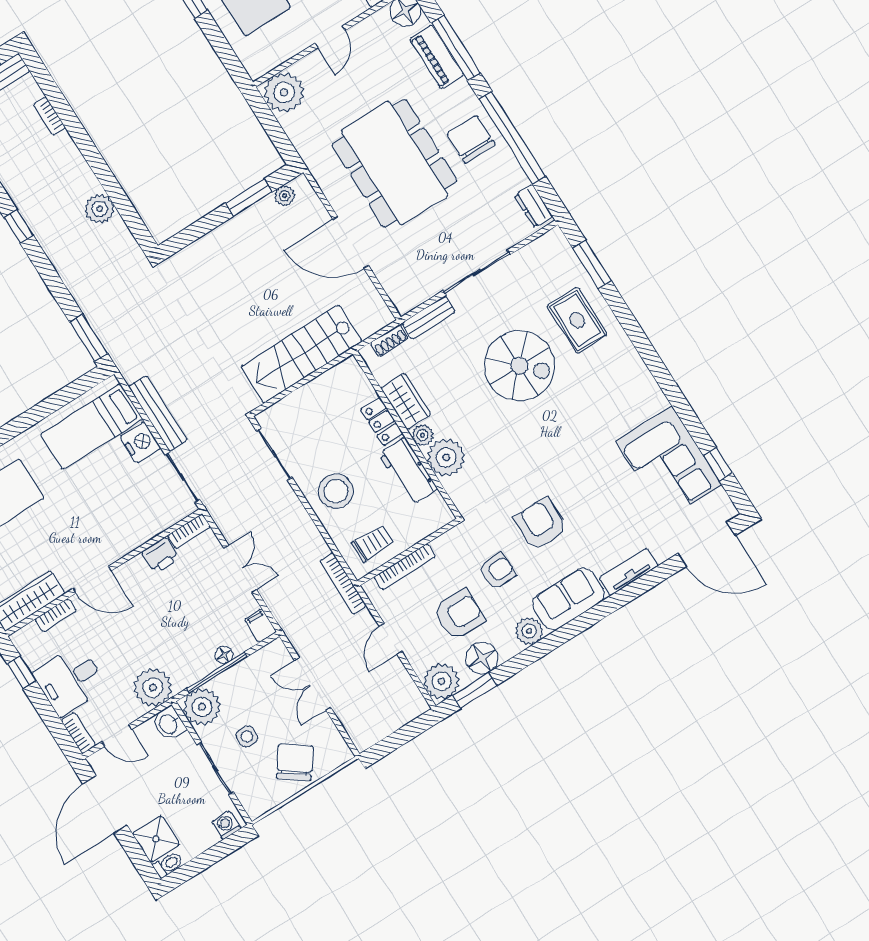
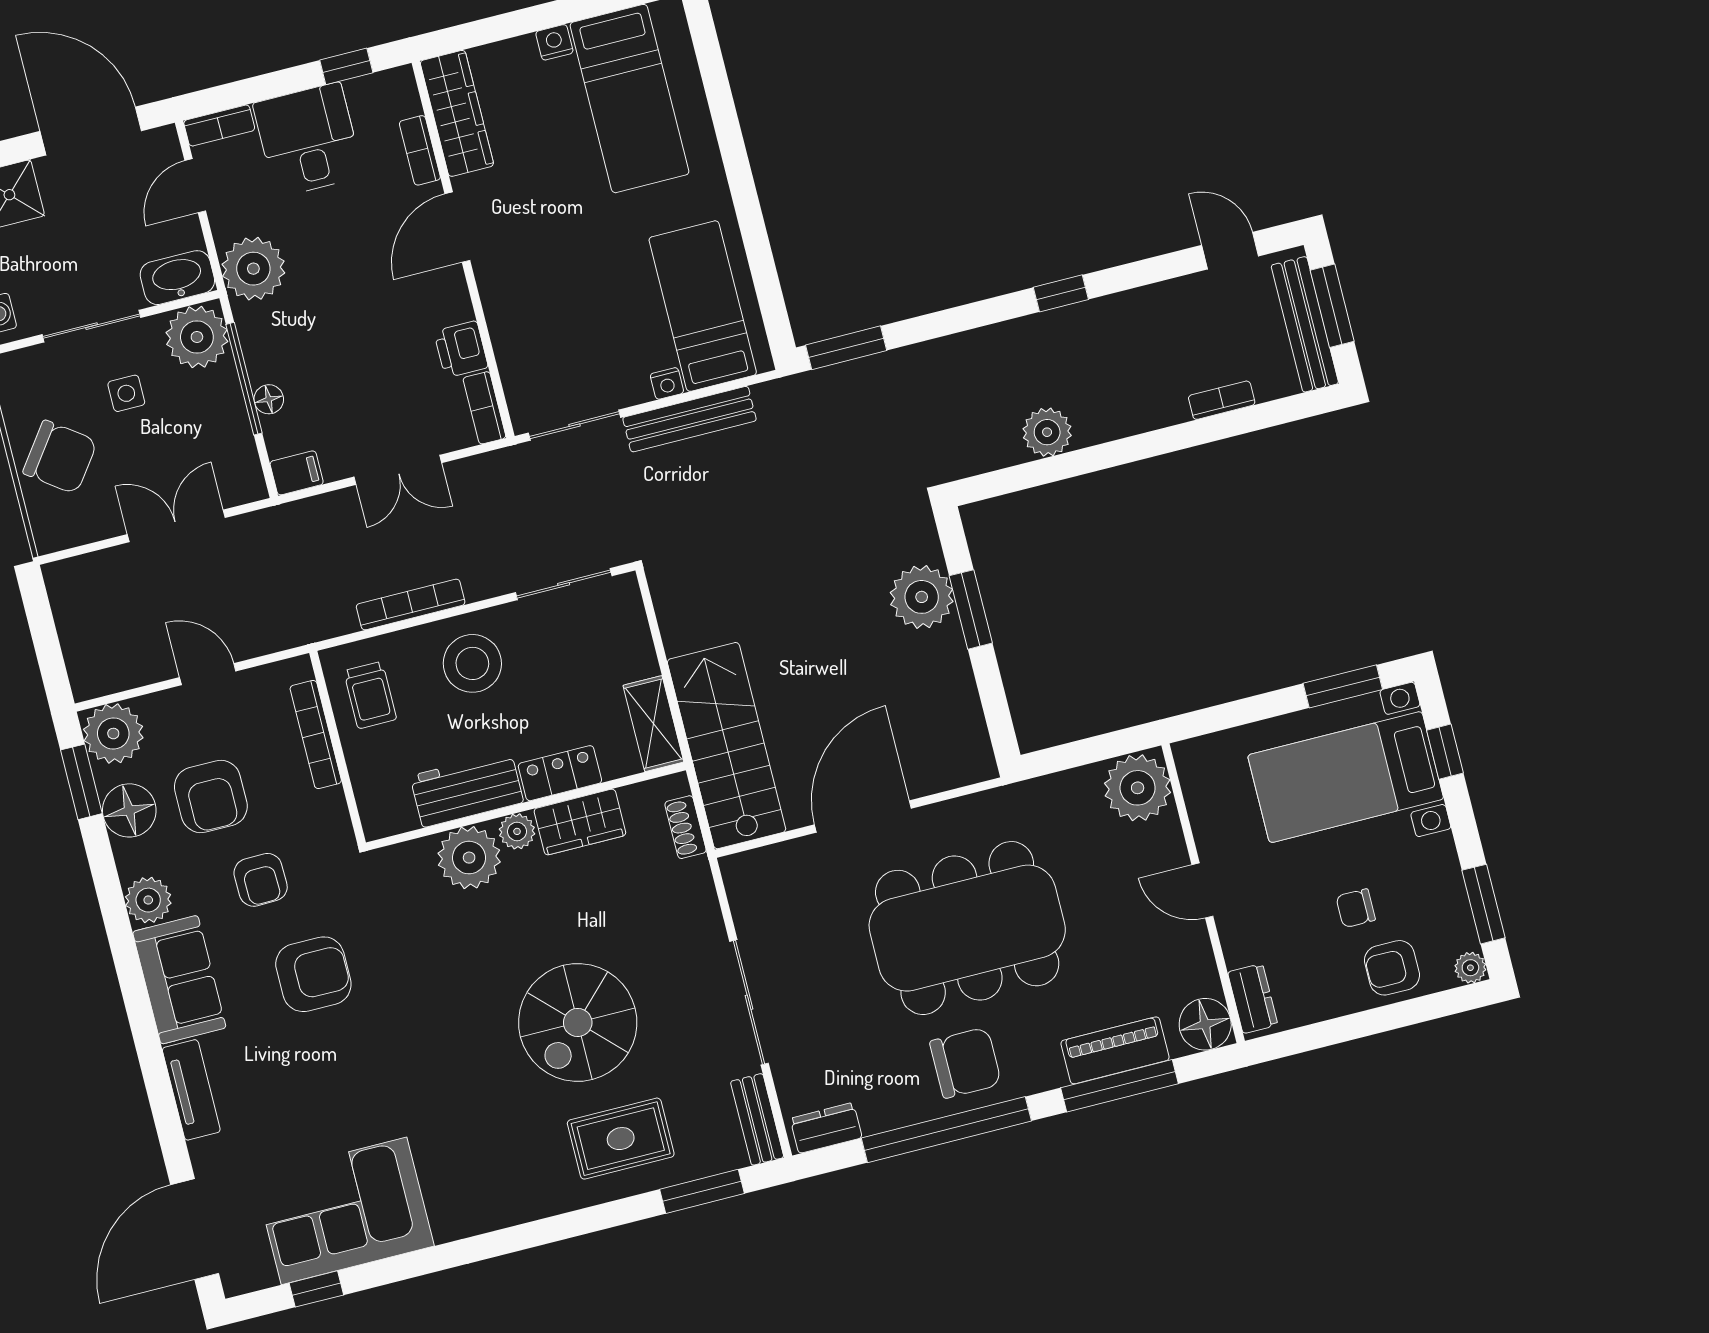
plant: (285, 196) -> (922, 597), moved, width x1.88, depth x1.88
window: (249, 198) -> (971, 609), moved
bench: (428, 318) -> (757, 1119), moved
stairs: (301, 354) -> (727, 746), moved
shelving: (337, 378) -> (653, 724), added
nightstand: (140, 442) -> (667, 383), width x0.53, depth x0.56
bookcase: (343, 583) -> (411, 604), moved
washbasin: (169, 724) -> (177, 278), width x1.38

